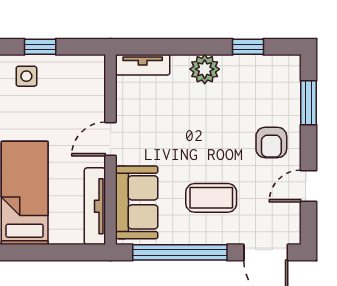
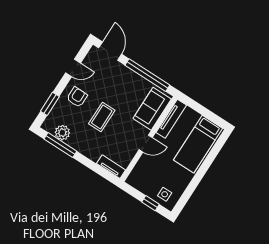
window: (248, 47) -> (60, 145), width x2.17
plant: (205, 69) -> (62, 133), moved
coffee table: (211, 198) -> (102, 117), moved, turned 90

